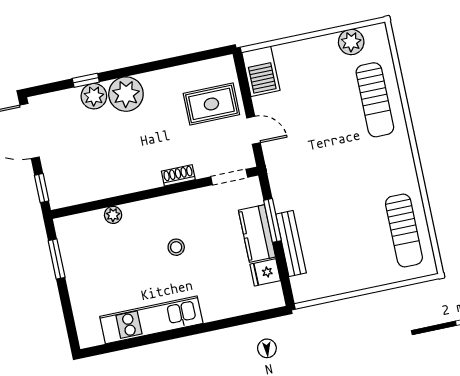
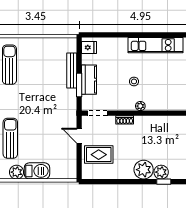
barbecue: (261, 71) -> (37, 171), moved, turned 90
plant: (113, 215) -> (140, 106), moved
fridge: (265, 272) -> (89, 47), moved

